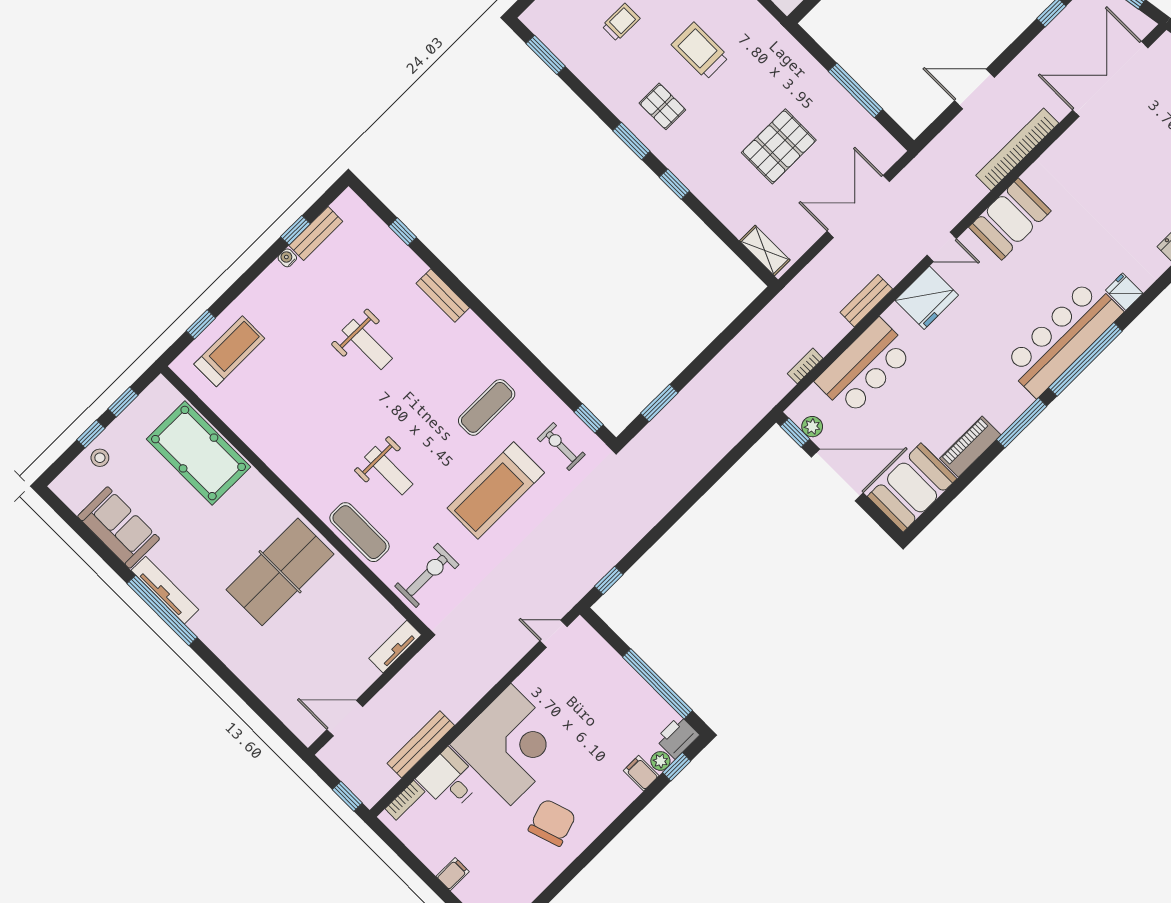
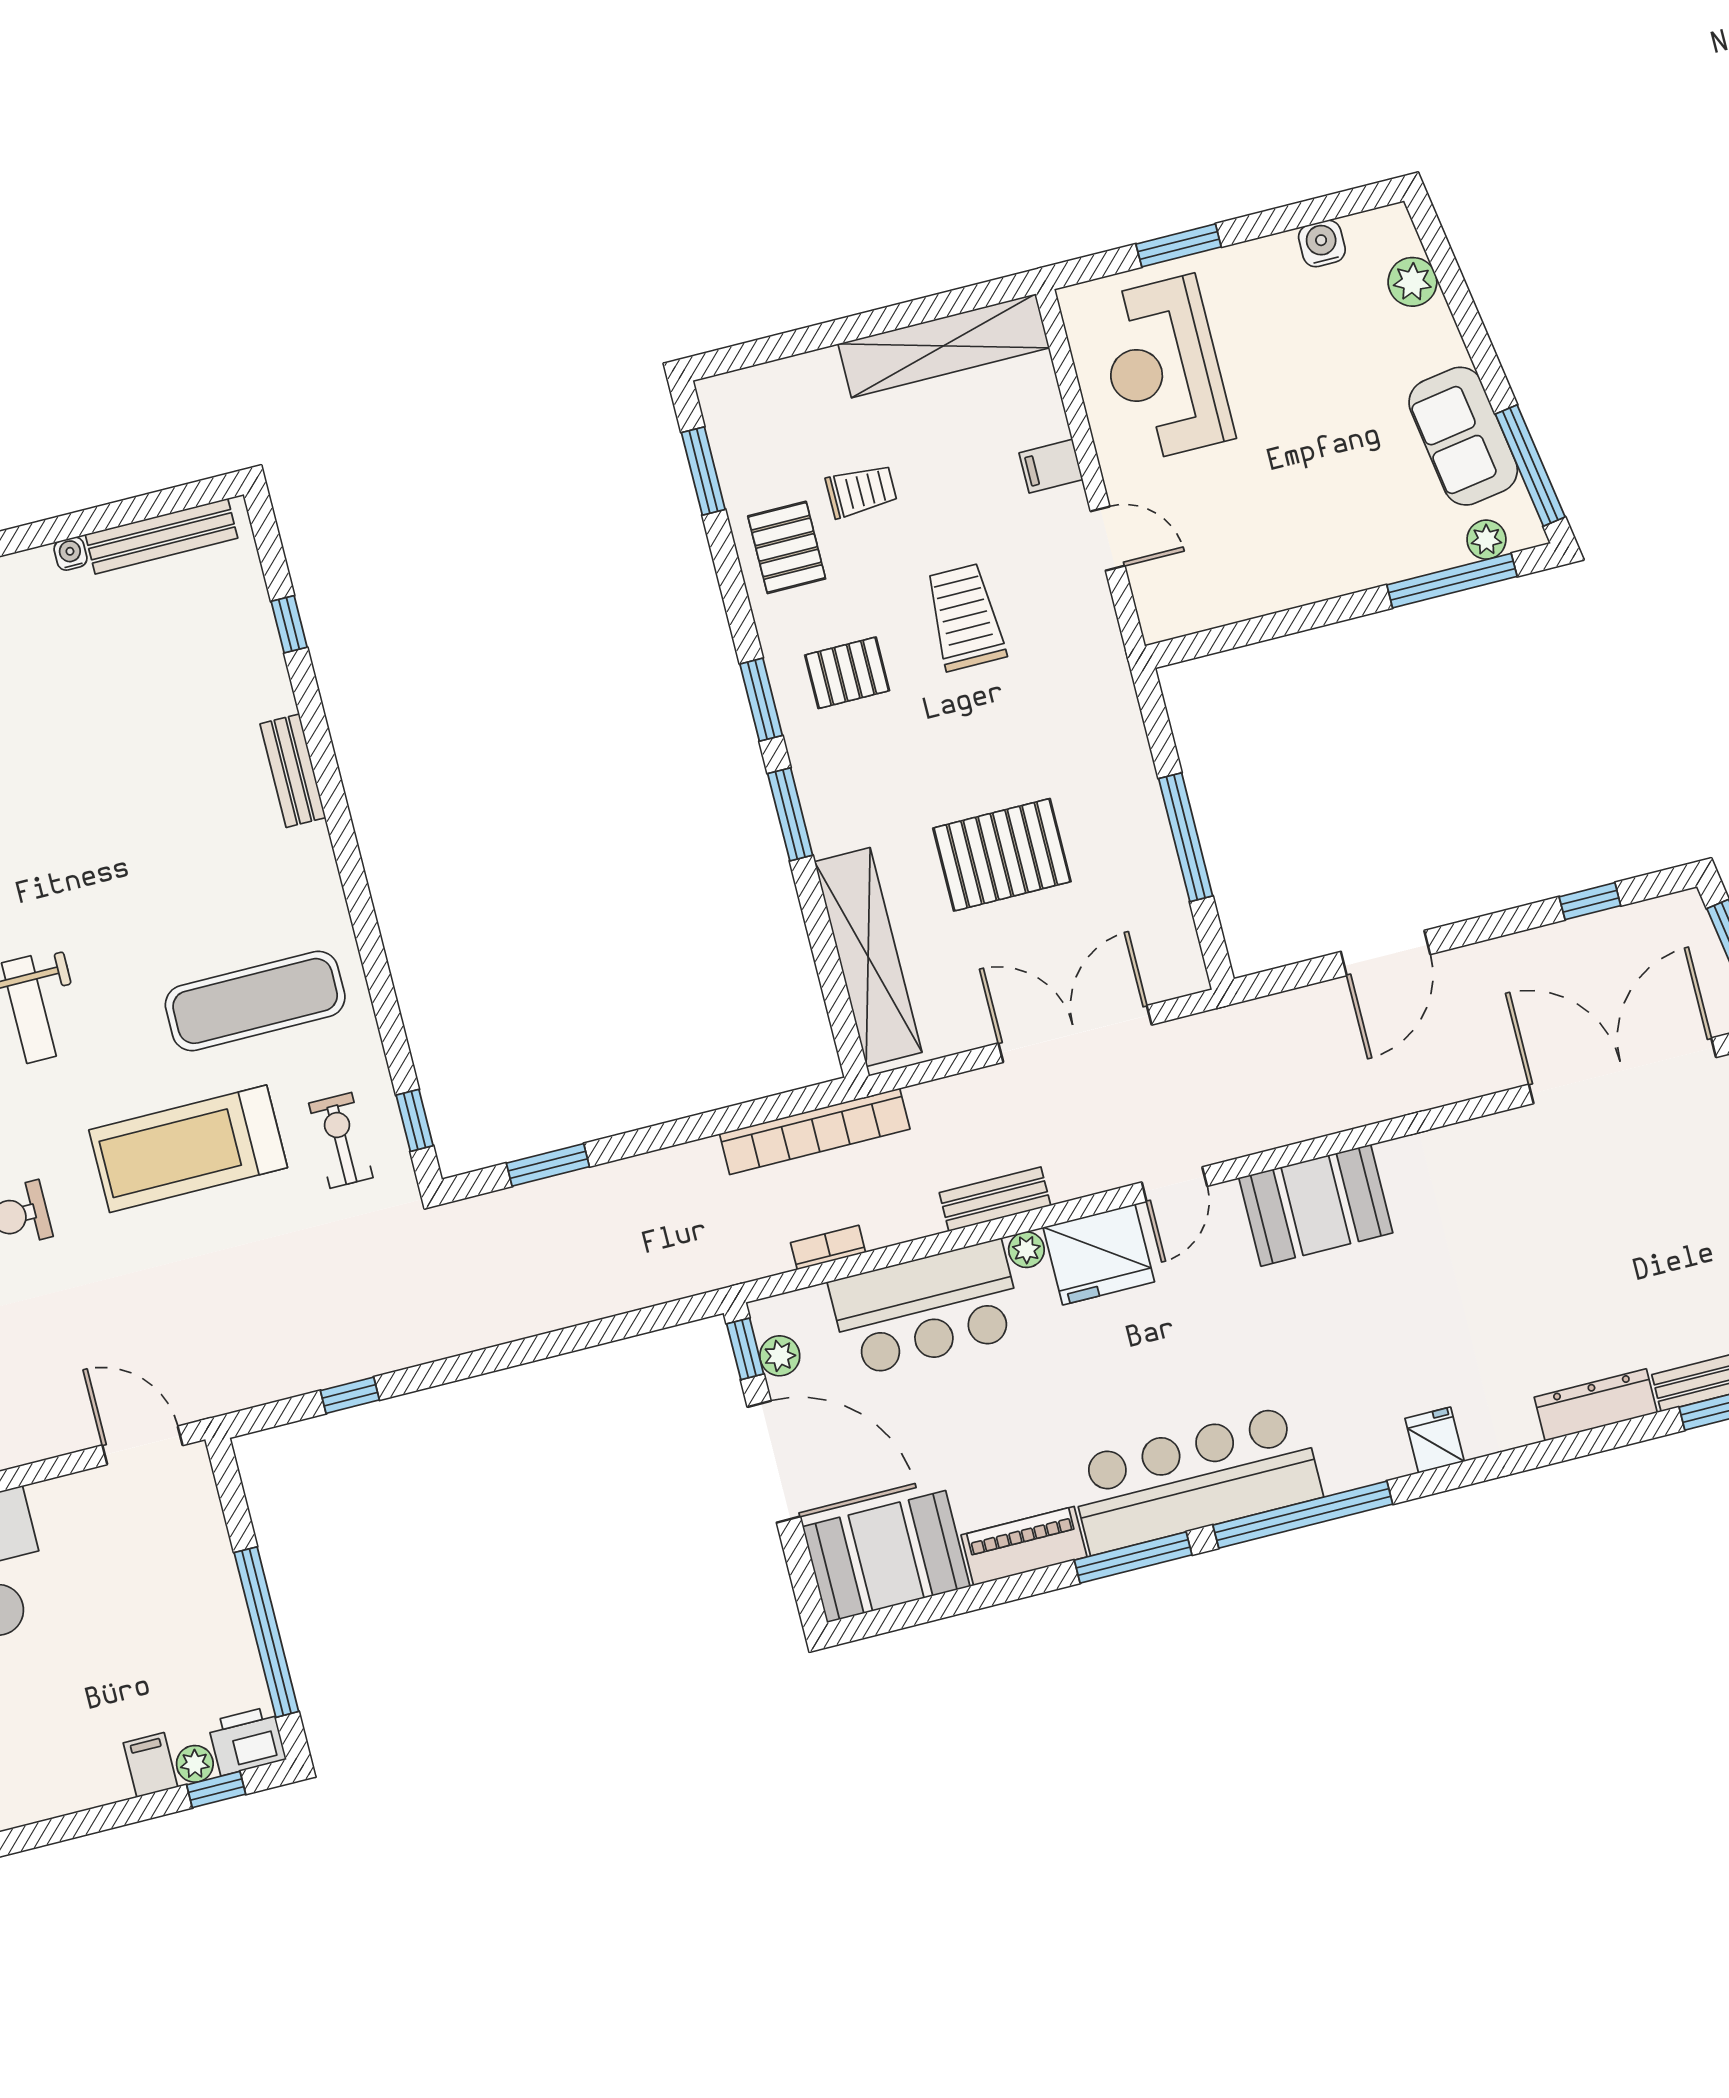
pallet: (603, 67) -> (787, 547), added
door: (974, 89) -> (1386, 953), swing flipped
pallet: (662, 106) -> (847, 673), turned 90
bookcase: (1017, 149) -> (815, 1131), moved, turned 180
window: (674, 184) -> (790, 814), width x1.50
window: (295, 230) -> (112, 515), removed
bench: (316, 233) -> (161, 536), width x1.36
door: (942, 247) -> (1174, 1184), hinge flipped
shelving: (765, 250) -> (868, 957), width x2.20, depth x1.33
plant: (893, 315) -> (1026, 1250), added
bar counter: (1063, 338) -> (1195, 1479), moved
weight bench: (367, 344) -> (118, 777), removed
exercise mat: (487, 407) -> (255, 1001), width x1.36, depth x1.45
window: (609, 580) -> (350, 1395), moved
door: (554, 634) -> (142, 1445), width x1.38

